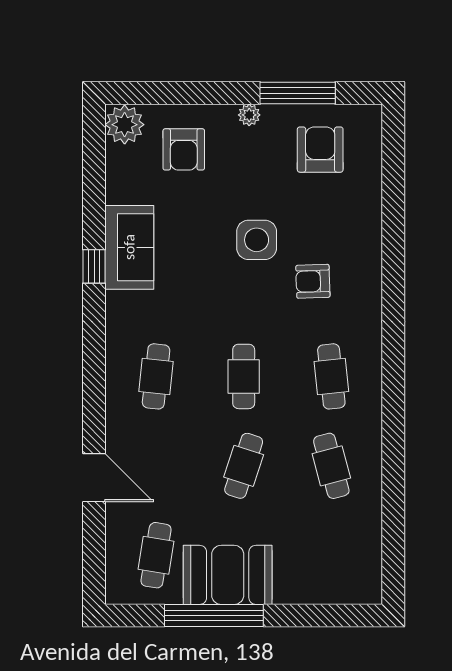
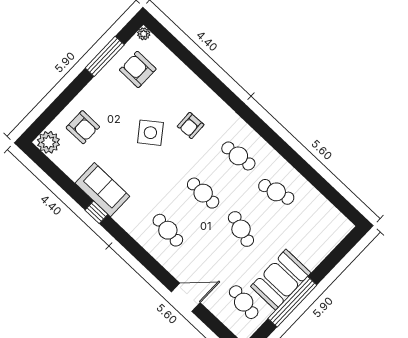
plant: (249, 115) -> (144, 34), moved
side table: (257, 240) -> (150, 133), turned -37

